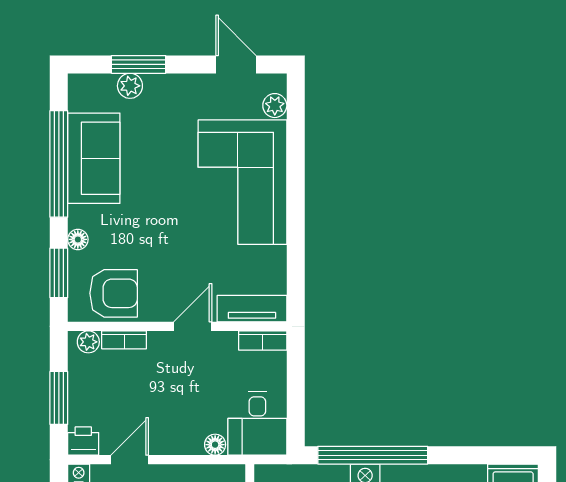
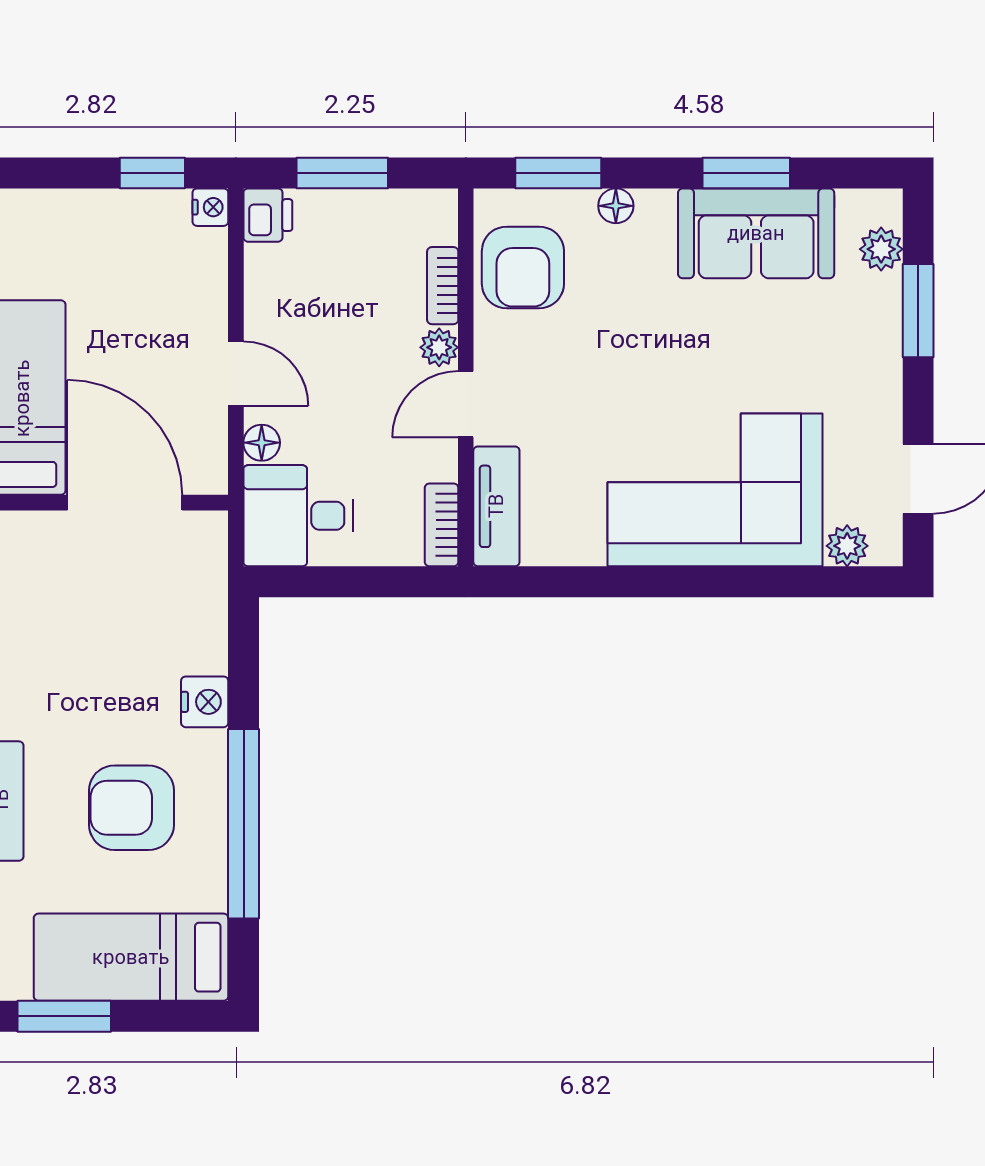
plant: (130, 86) -> (881, 249), moved
window: (59, 164) -> (746, 173), width x0.47
door: (193, 326) -> (466, 404), swing flipped
plant: (88, 342) -> (439, 347), moved
window: (373, 455) -> (244, 824), moved
door: (130, 460) -> (236, 374), moved

